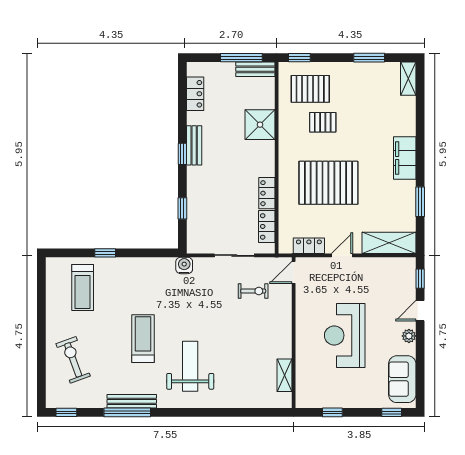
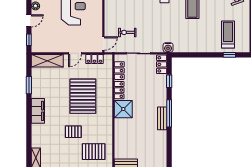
locker: (195, 94) -> (162, 64), moved
pallet: (323, 122) -> (73, 132), moved
shower: (260, 125) -> (123, 109), moved
window: (182, 154) -> (169, 113), width x2.17
pallet: (328, 183) -> (83, 96), turned 90
window: (105, 253) -> (229, 55), moved

